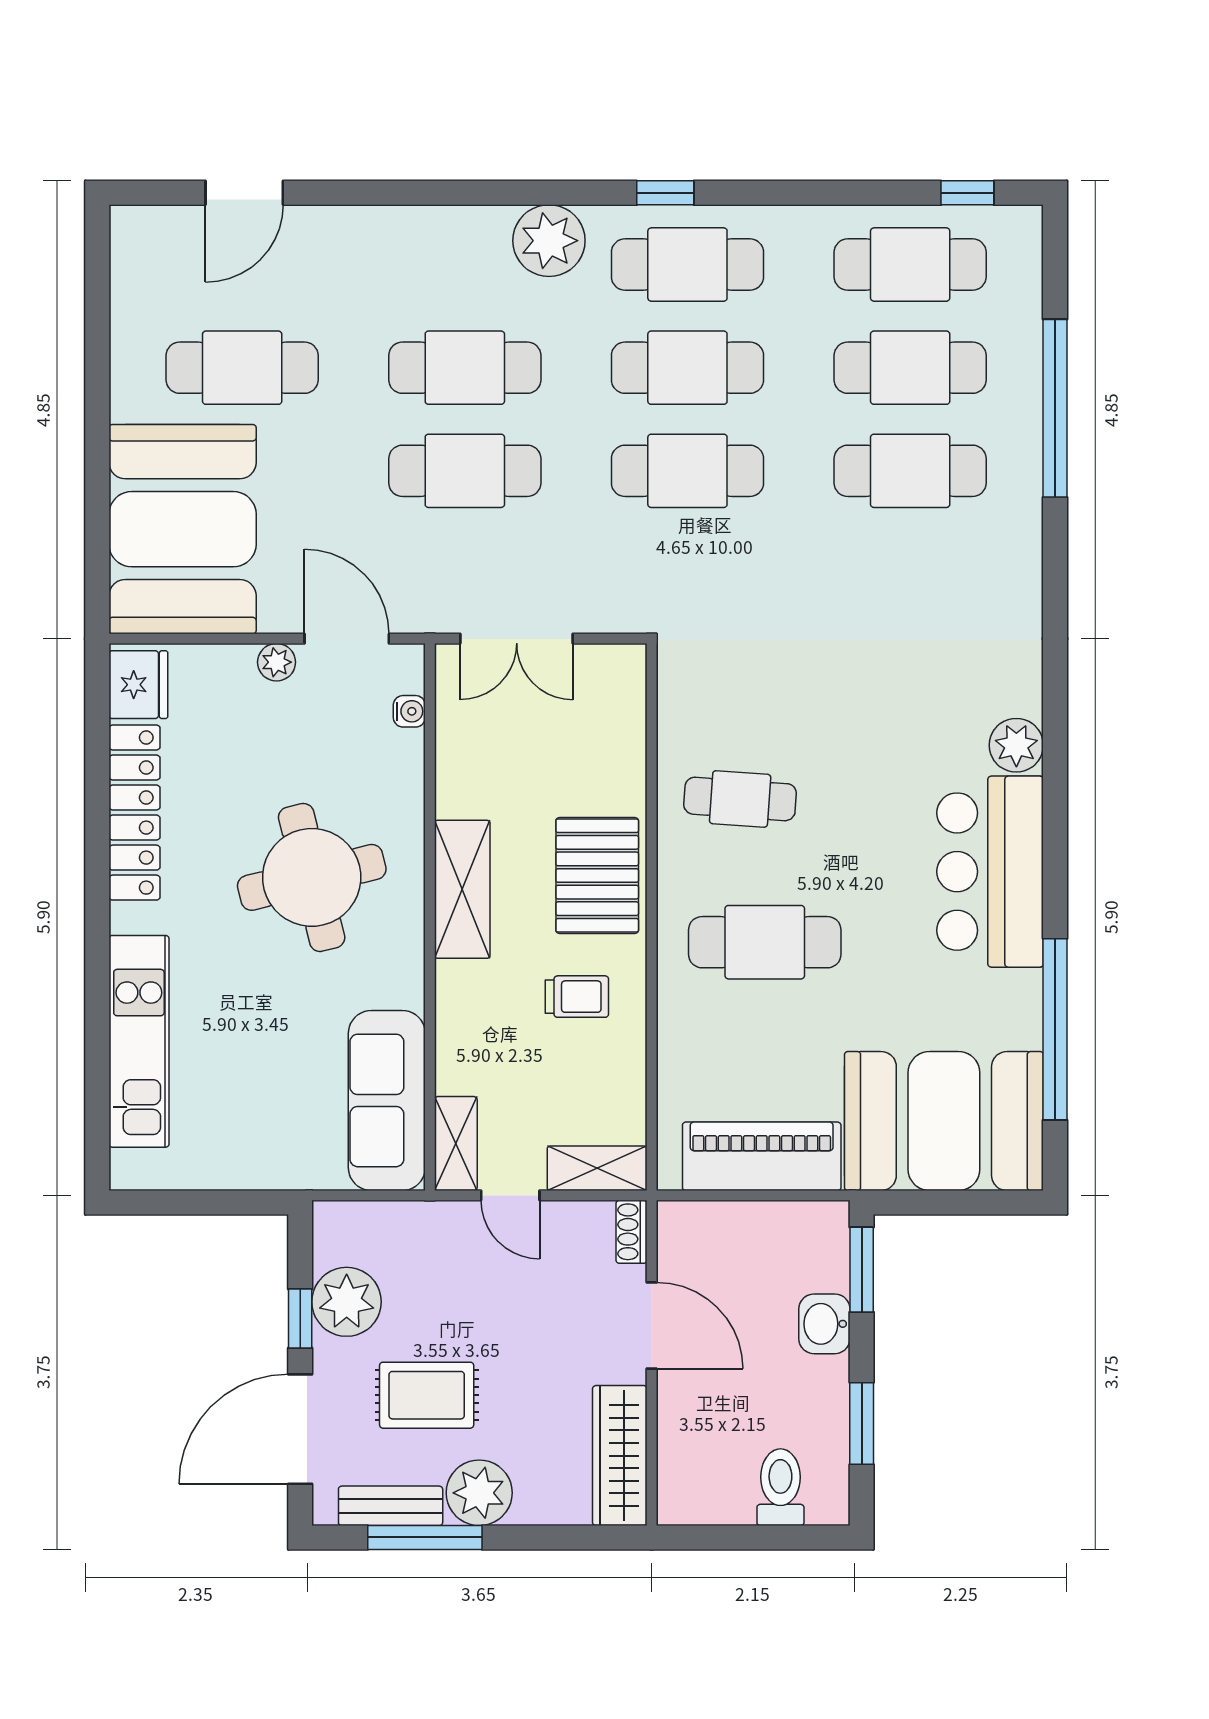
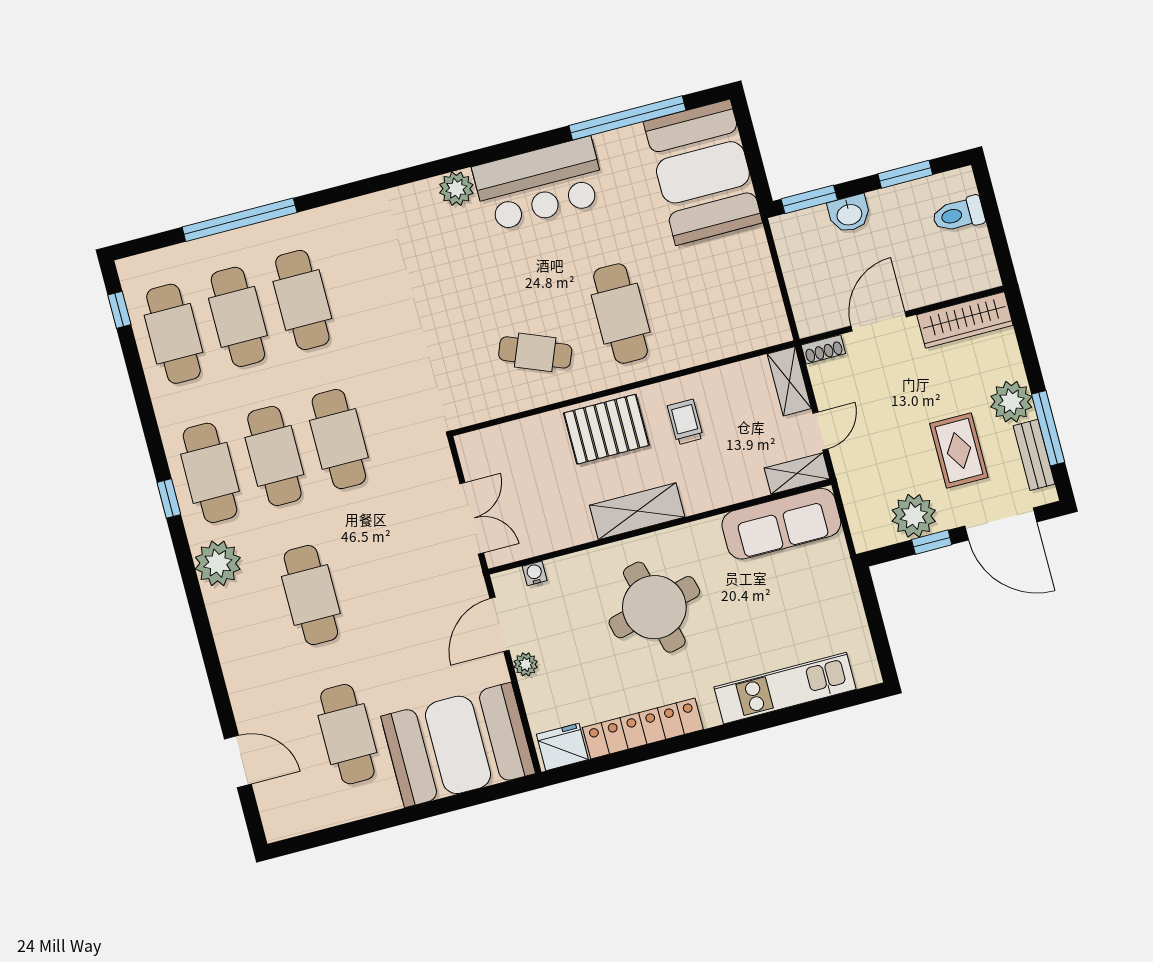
cafe table: (465, 471) -> (375, 578), removed
cafe table: (740, 799) -> (535, 352), turned -72
piano: (762, 1156) -> (755, 280), removed

